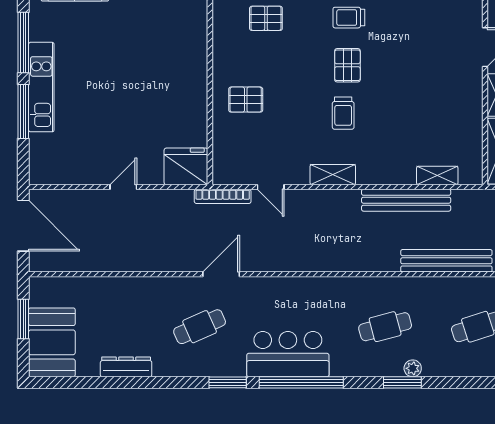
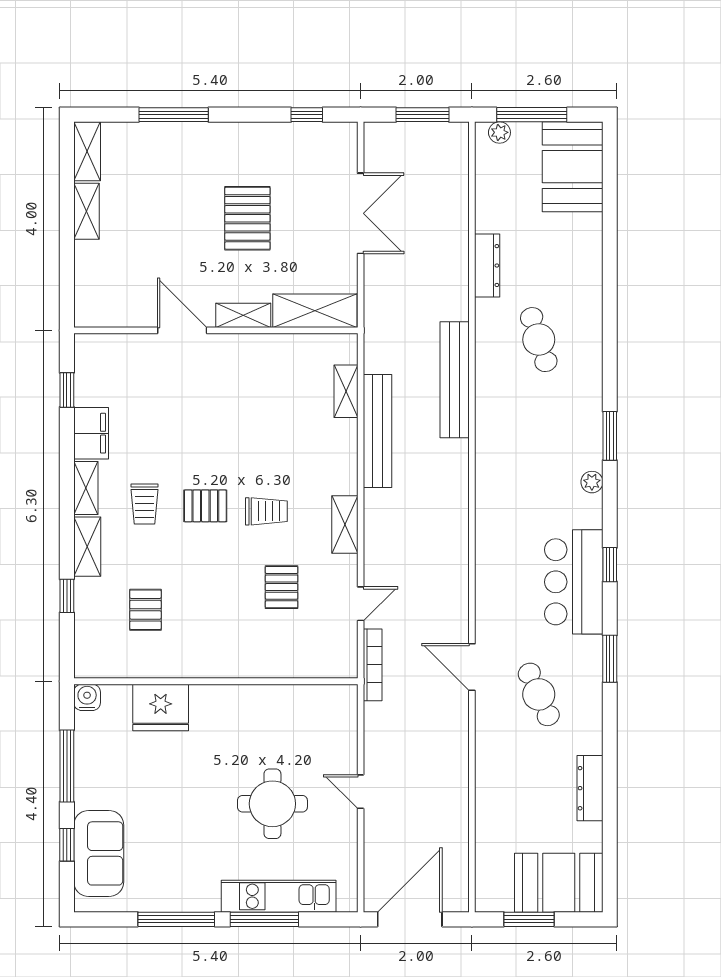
kitchen unit: (41, 87) -> (279, 896), moved
pallet: (246, 100) -> (282, 587), moved
round table: (114, 118) -> (272, 804), added
fridge: (186, 166) -> (161, 708), moved, turned -90
cafe table: (385, 327) -> (539, 458), removed
plant: (413, 368) -> (592, 482), moved
window: (301, 382) -> (610, 565), width x0.32

